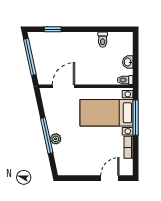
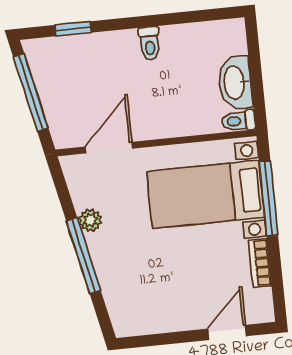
toilet: (103, 40) -> (150, 43), moved
washbasin: (128, 62) -> (235, 83), width x1.91, depth x1.45
plant: (56, 139) -> (90, 220), moved

